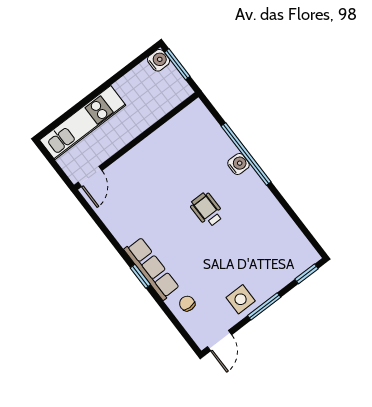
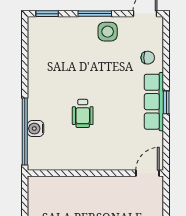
wall: (136, 141) -> (95, 173), moved
door: (90, 176) -> (147, 173), moved
chair: (187, 304) -> (148, 58), turned -90

